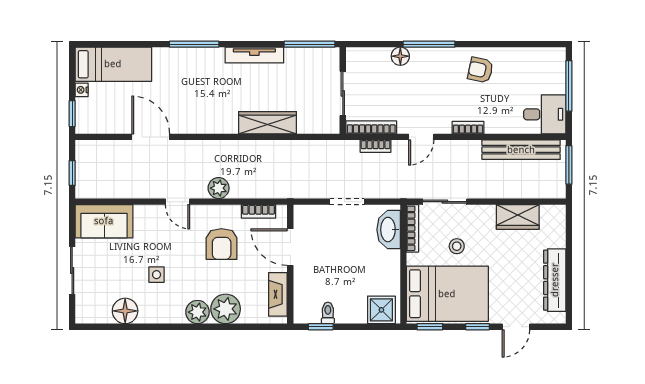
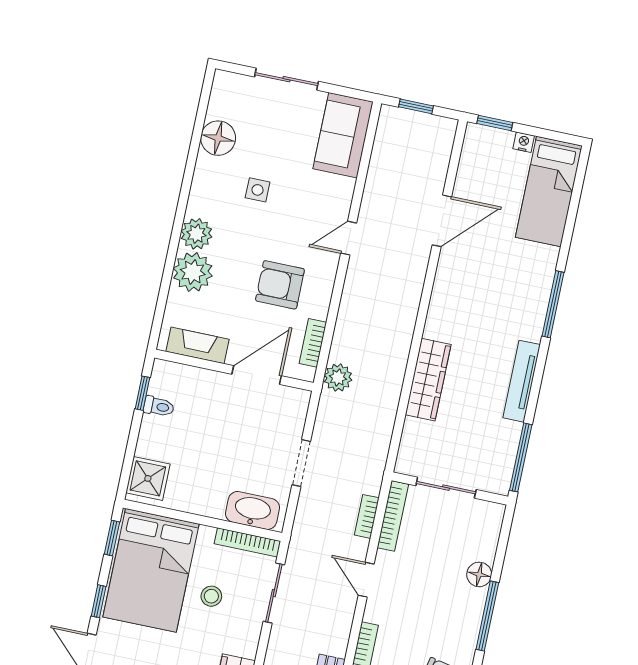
plant: (219, 188) -> (338, 378), moved

